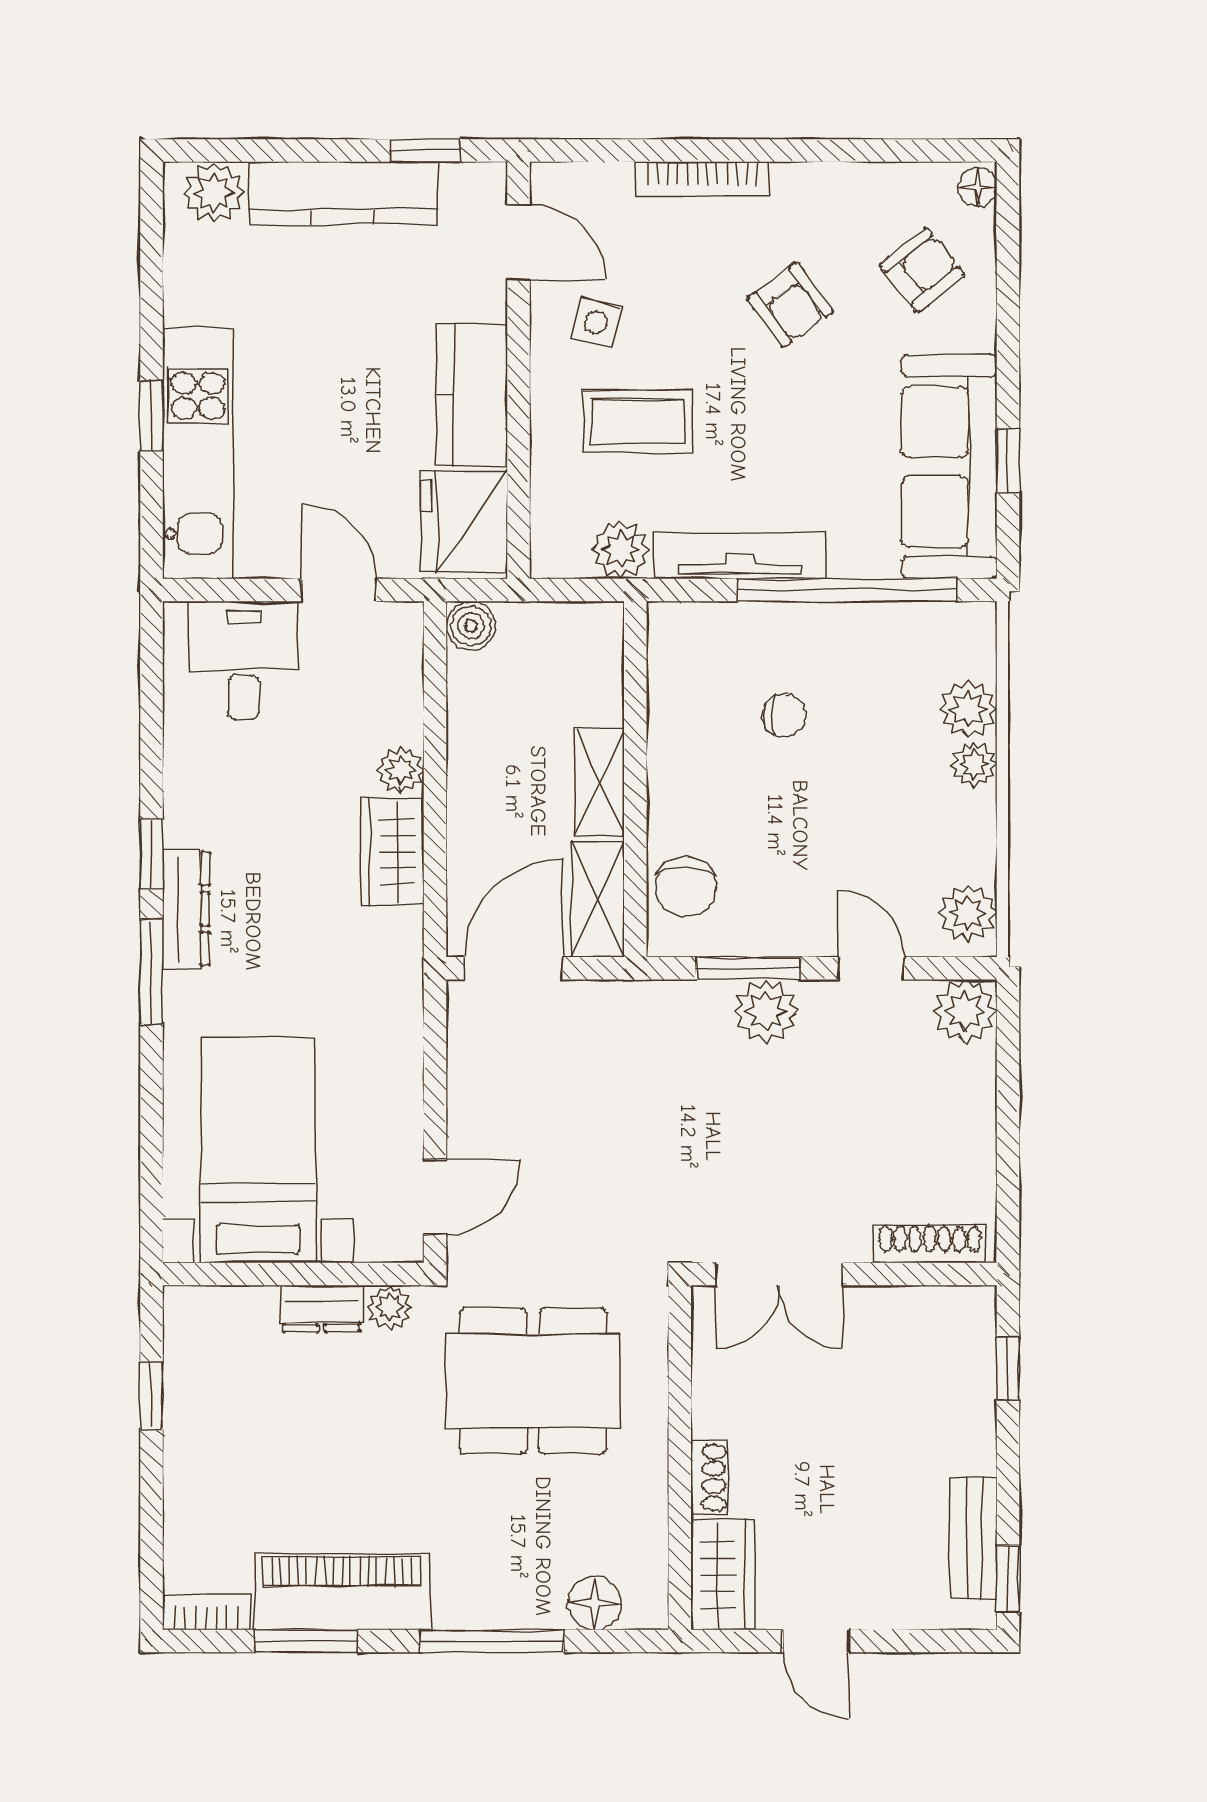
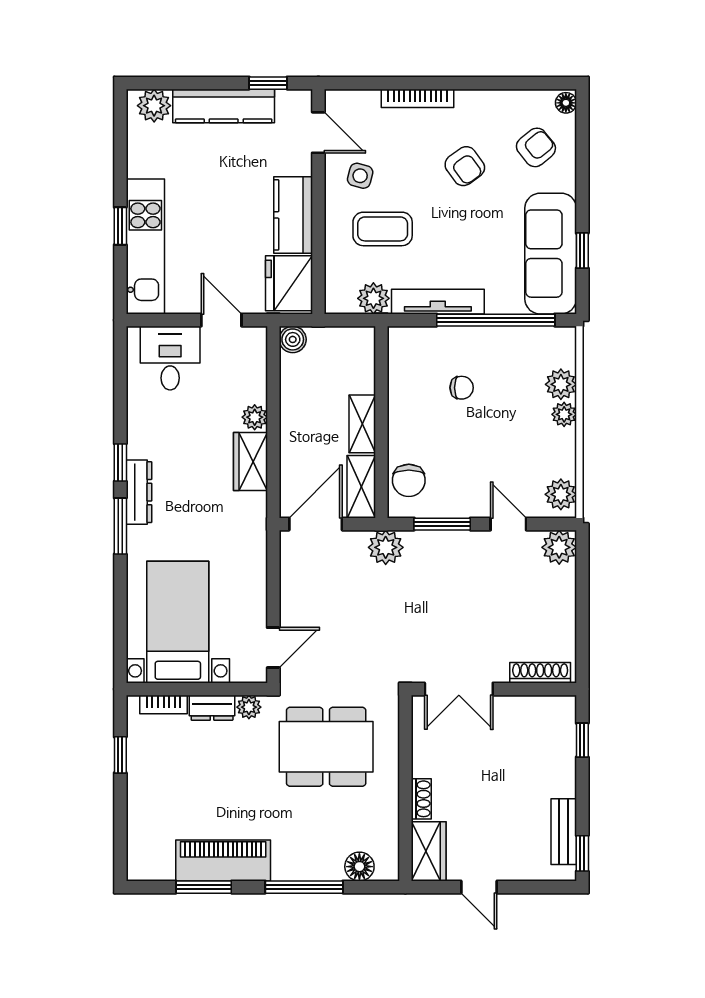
plant: (766, 1011) -> (386, 547), moved
bookcase: (206, 1612) -> (164, 704), moved, turned 180

